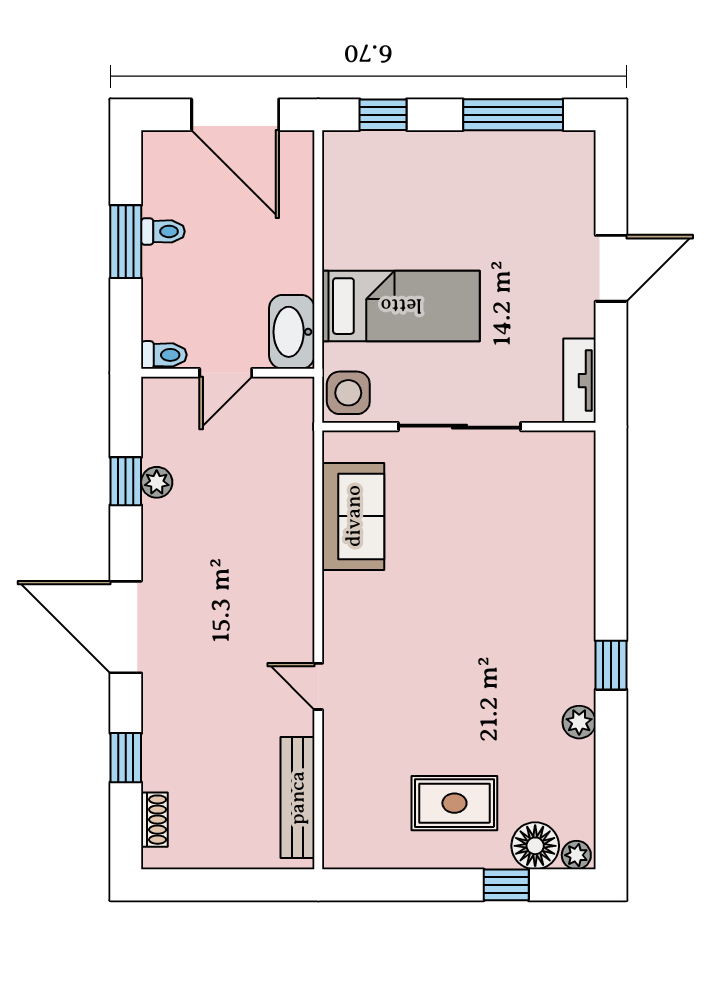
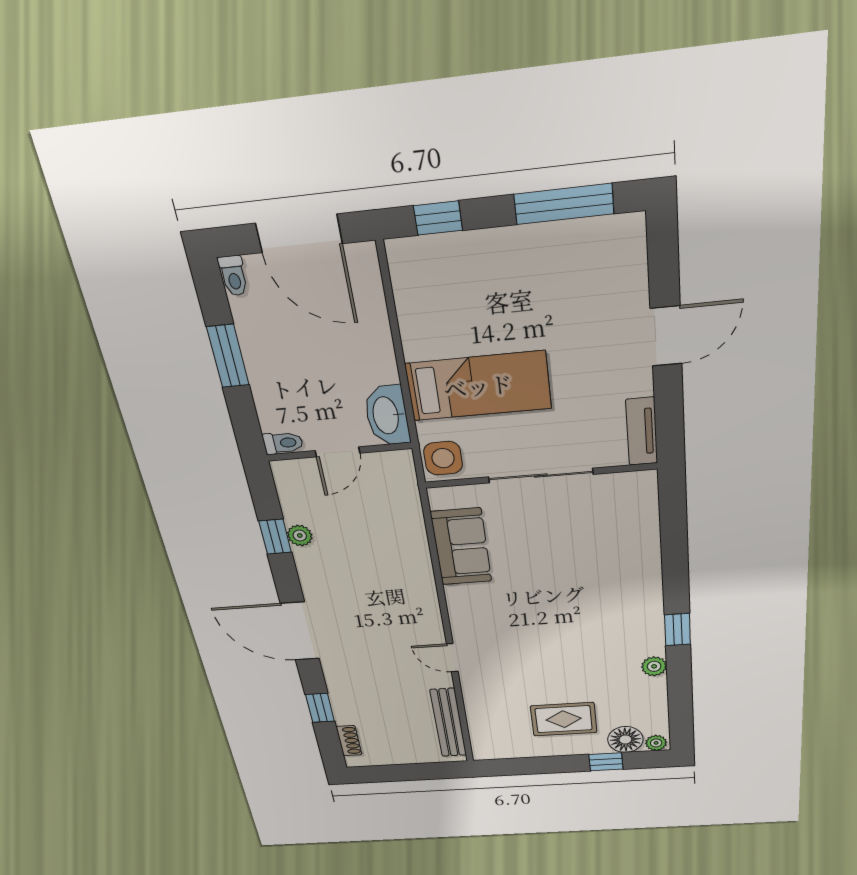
toilet: (163, 231) -> (233, 276), moved, turned 90

